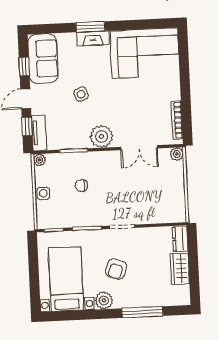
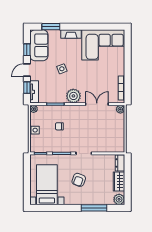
window: (91, 27) -> (51, 27), moved
double door: (139, 148) -> (97, 104), swing flipped
plant: (104, 300) -> (119, 199), moved

